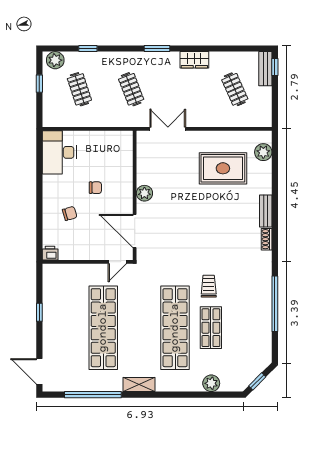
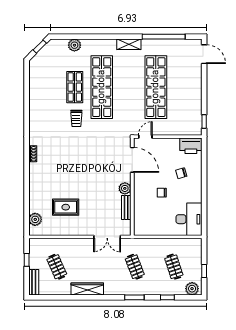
window: (157, 48) -> (134, 297), moved
wardrobe: (194, 60) -> (87, 289), width x1.50
window: (275, 67) -> (27, 260), moved
rug: (223, 168) -> (66, 207), width x0.73, depth x0.70
bench: (266, 211) -> (126, 207), moved
printer: (50, 253) -> (191, 146), width x1.87, depth x1.48
window: (275, 304) -> (27, 105), removed
window: (39, 312) -> (204, 122), moved

